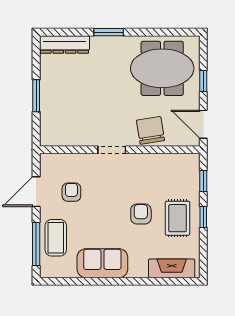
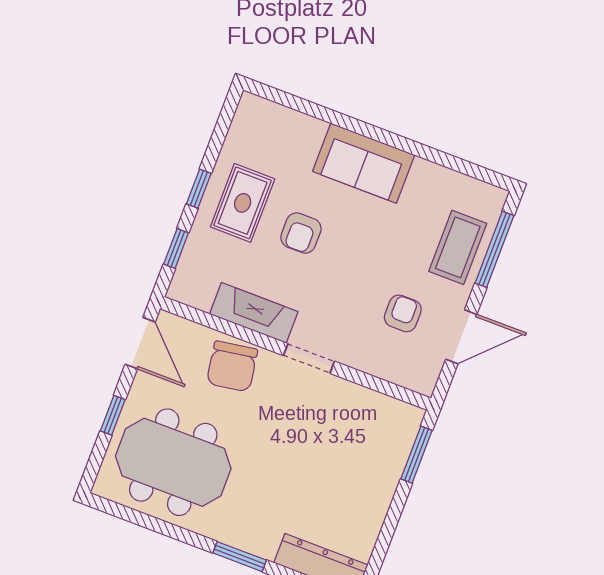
window: (36, 96) -> (417, 455), moved
armchair: (71, 192) -> (403, 313), turned 180
sofa: (102, 263) -> (364, 163), moved
fireplace: (172, 268) -> (254, 313), moved, turned 180

